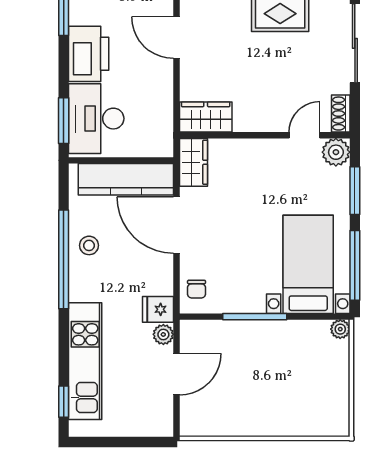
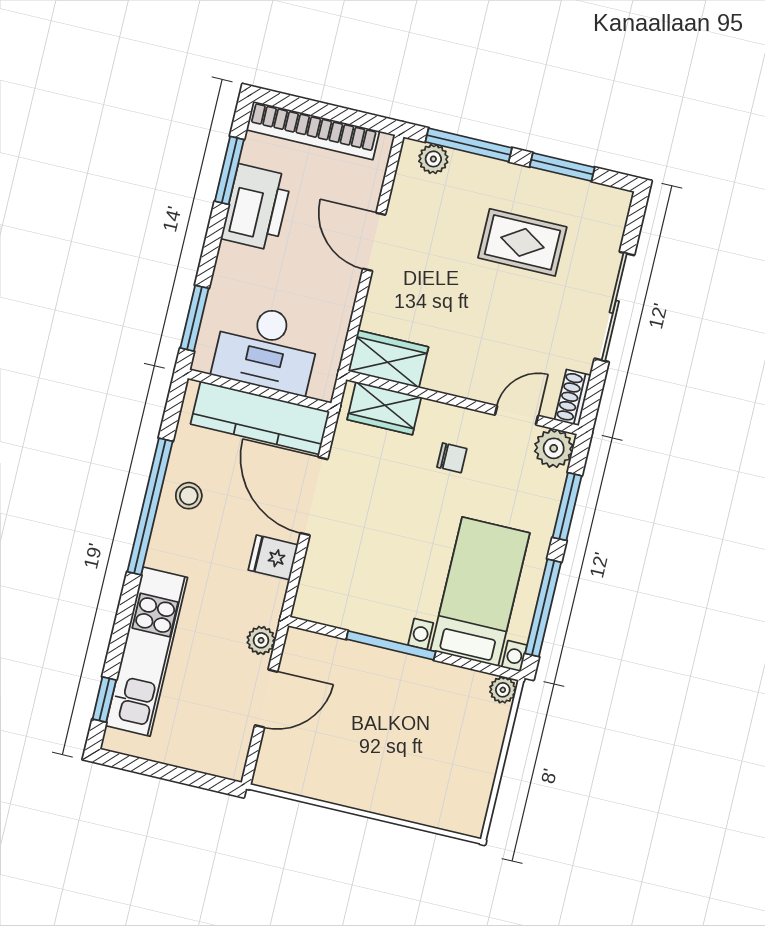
printer: (89, 54) -> (256, 207), moved
desk: (96, 119) -> (266, 348), moved, turned -90
wardrobe: (193, 162) -> (384, 408), moved, turned 90
chair: (197, 289) -> (452, 458), moved, turned -90
fridge: (158, 309) -> (273, 557), moved

